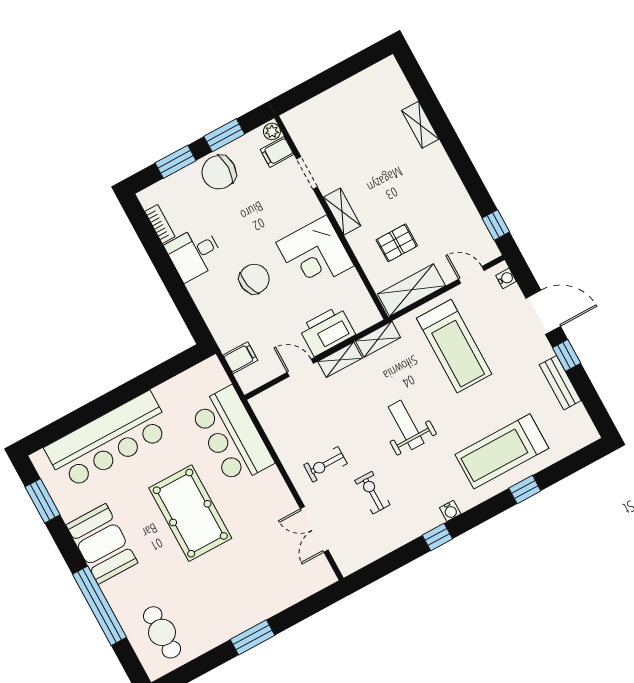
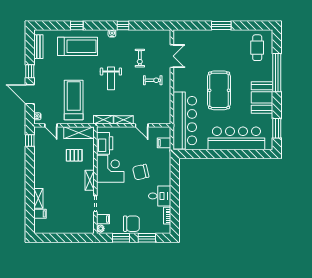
filing cabinet: (401, 97) -> (40, 214), added
printer: (327, 331) -> (105, 143), moved, turned -90
bench: (560, 383) -> (38, 47), moved
bar counter: (232, 436) -> (185, 121), width x1.36

